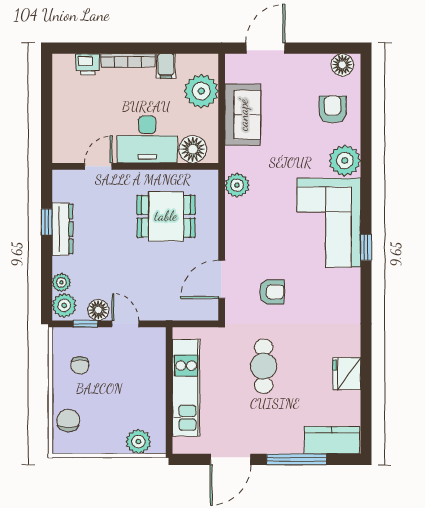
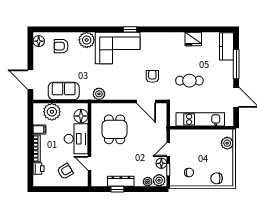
armchair: (82, 117) -> (65, 171), added

